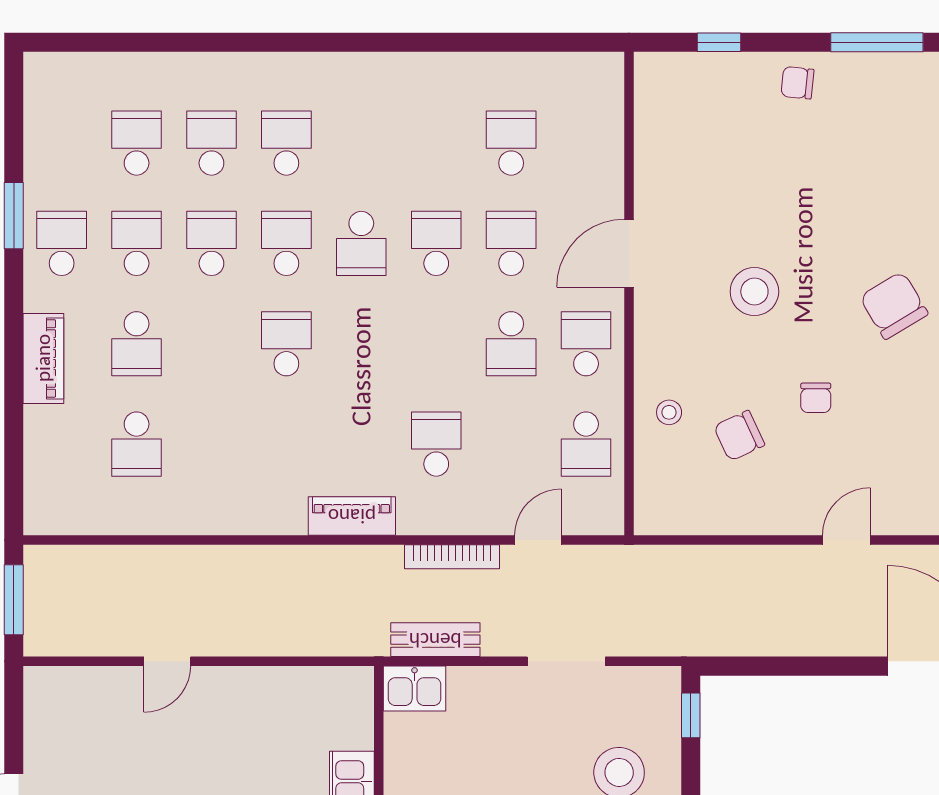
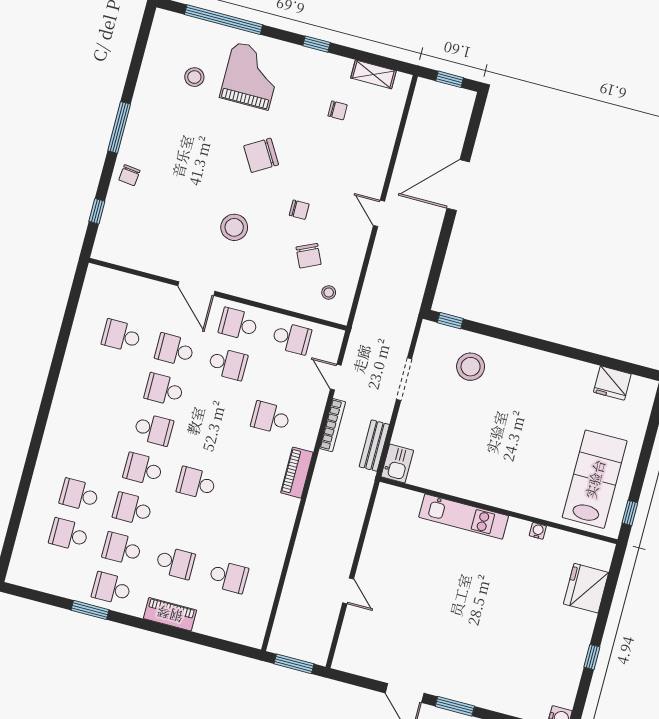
school desk: (286, 143) -> (90, 455), removed
stool: (669, 412) -> (329, 292), moved

